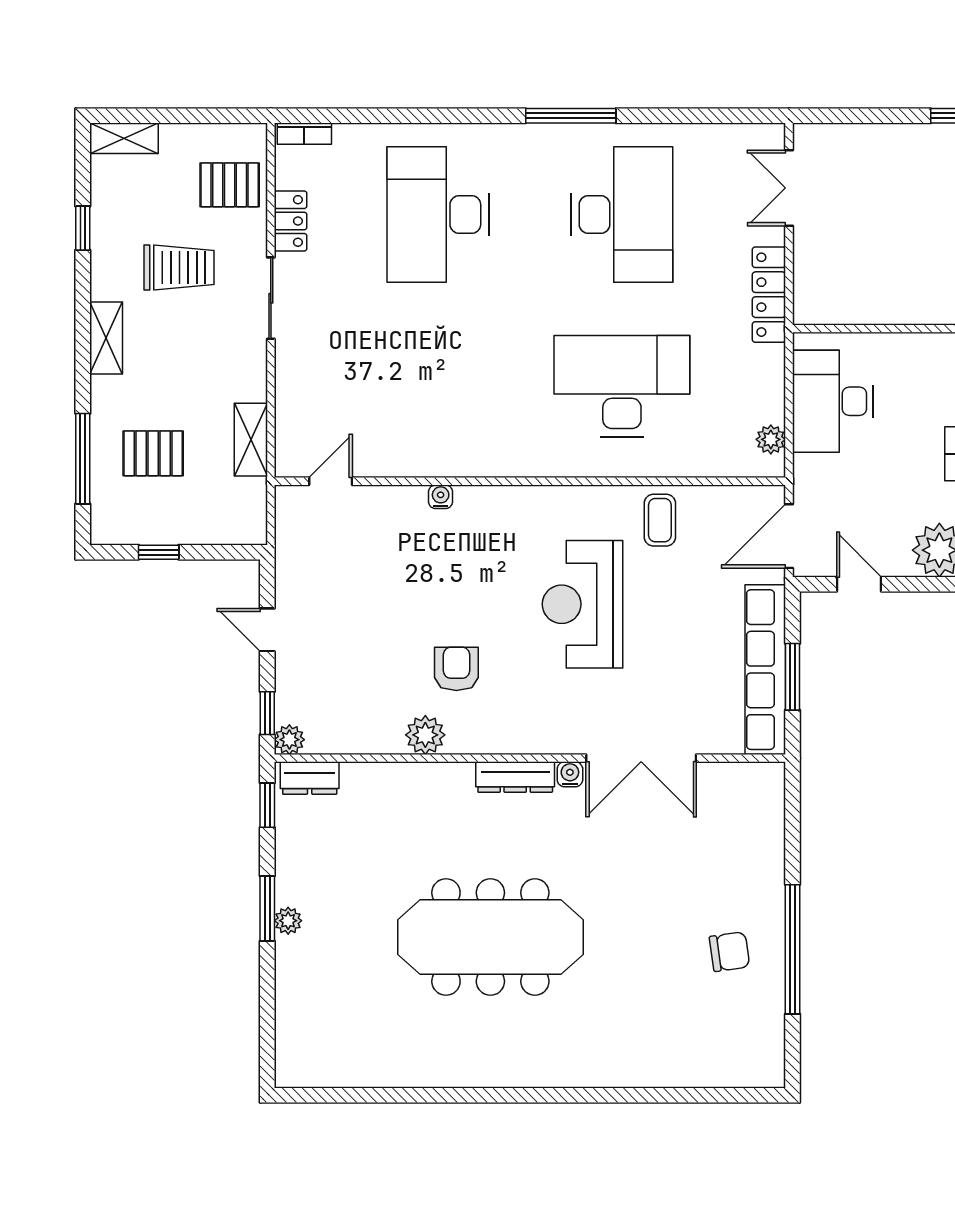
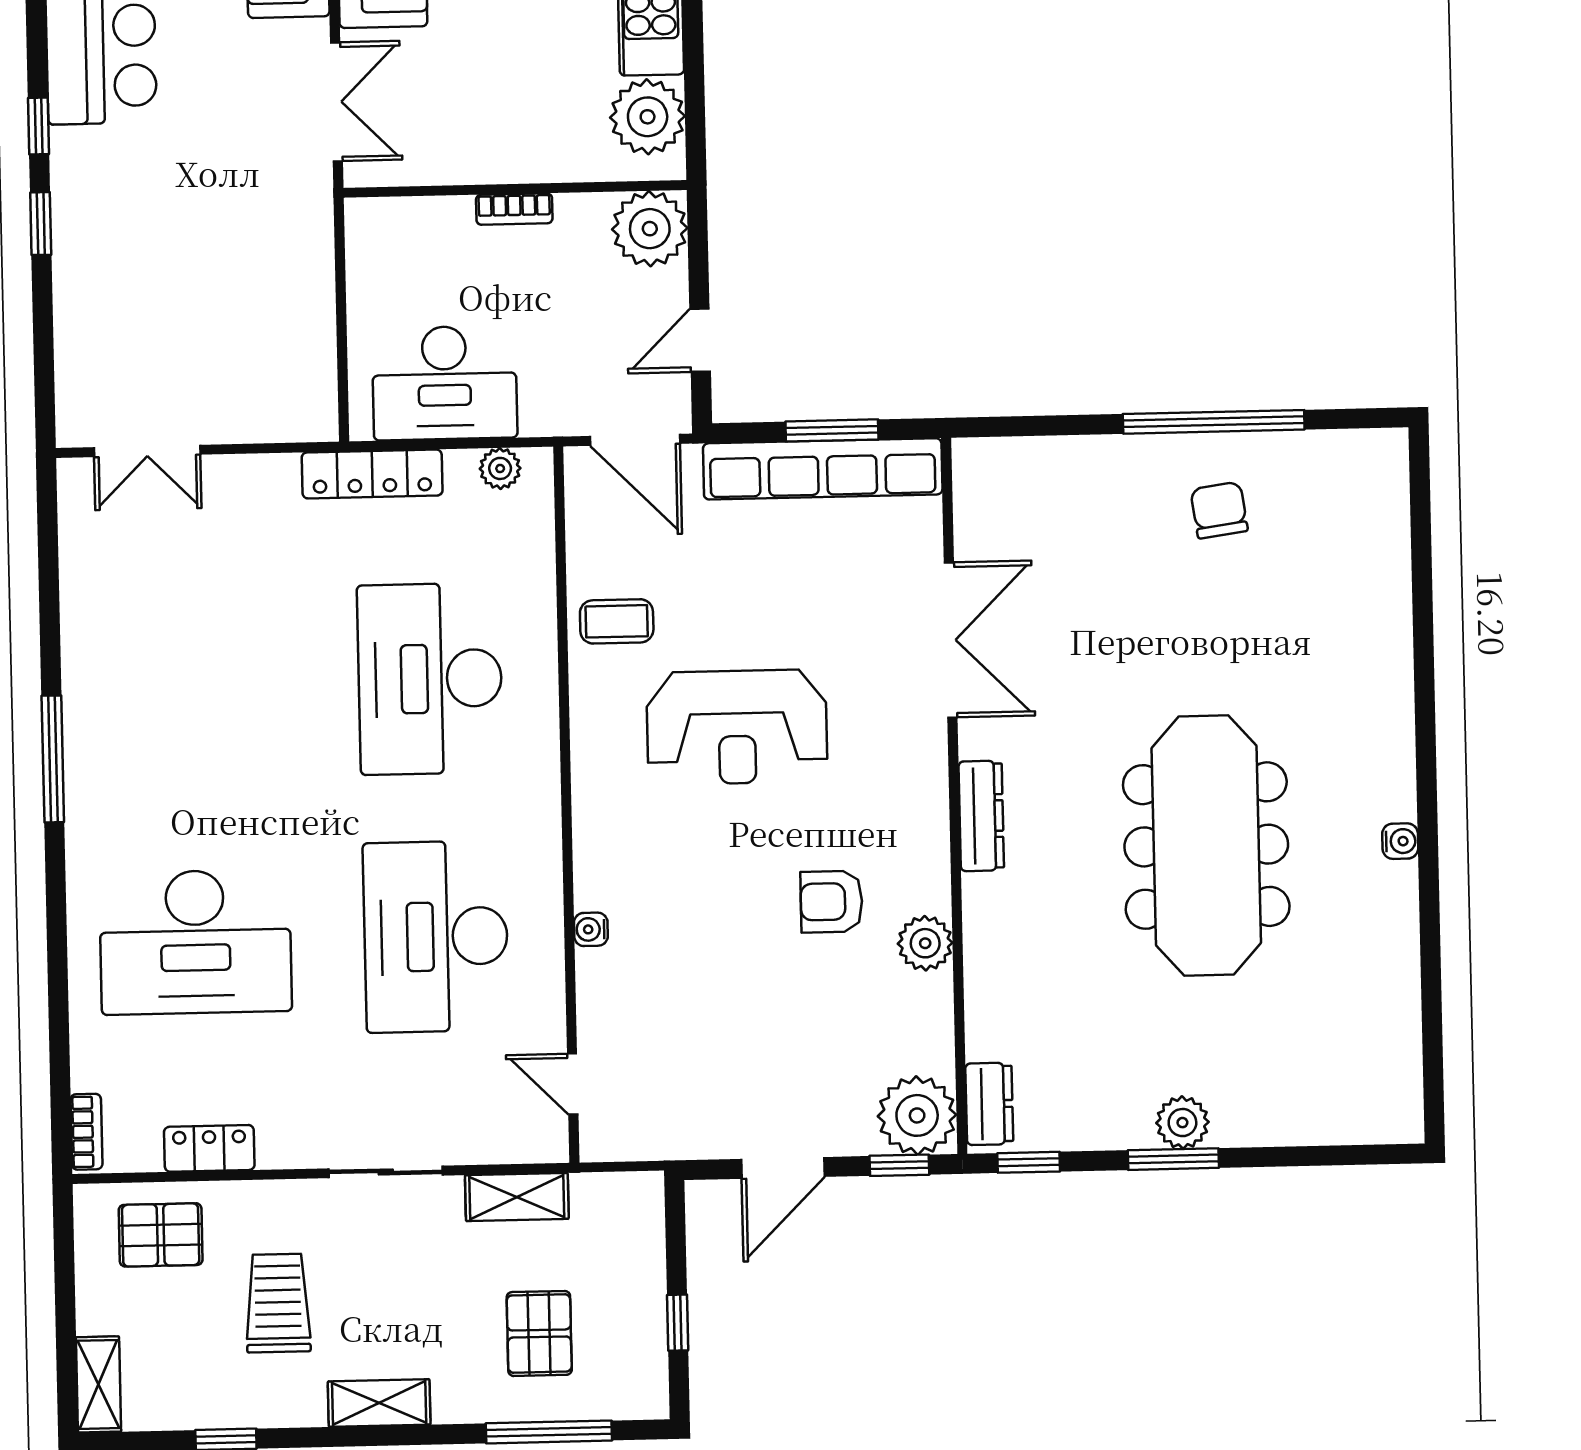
pallet: (230, 185) -> (161, 1235), turned 90
desk: (622, 215) -> (436, 937), moved, turned -90
locker: (769, 295) -> (372, 474), moved
sliding door: (271, 298) -> (386, 1172), moved
door: (267, 630) -> (783, 1168), width x1.38
plant: (289, 740) -> (917, 1115), width x1.87, depth x1.87
water cooler: (570, 774) -> (1400, 841), moved, turned 180
plant: (288, 921) -> (1182, 1123), width x1.38, depth x1.38

